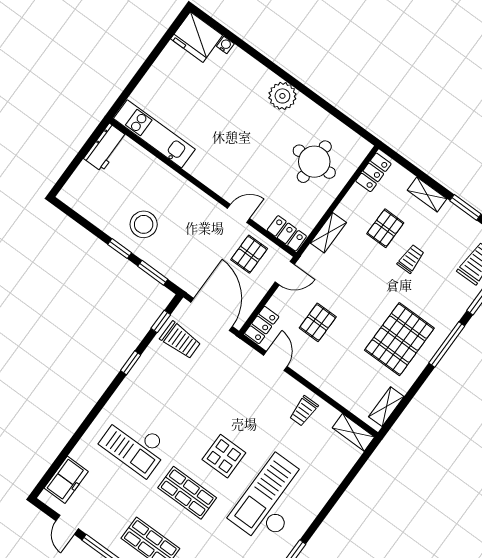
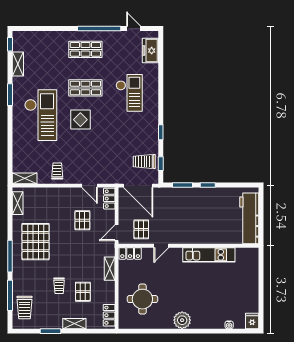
fridge: (197, 37) -> (252, 321), width x0.53, depth x0.75
kitchen unit: (154, 134) -> (209, 255), moved
workbench: (106, 147) -> (249, 218), width x1.88, depth x1.32
stool: (144, 224) -> (205, 206), removed
checkout: (135, 445) -> (129, 93), turned 90

